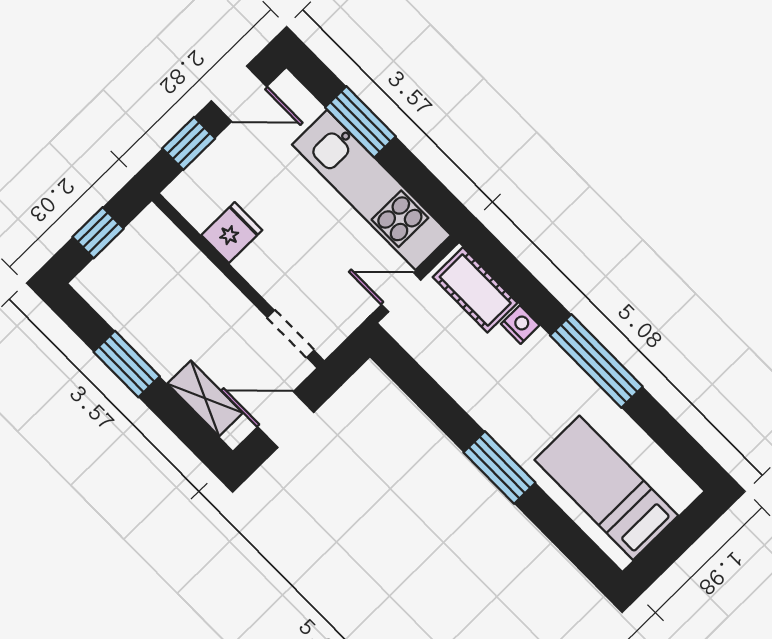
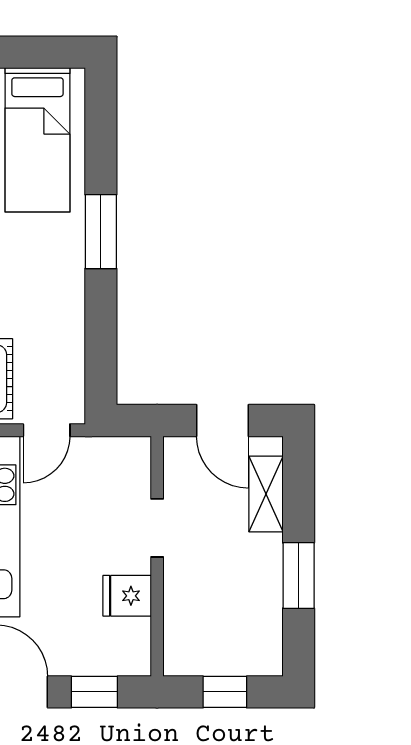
door: (401, 292) -> (47, 430), hinge flipped
doorway: (291, 334) -> (157, 528), moved

